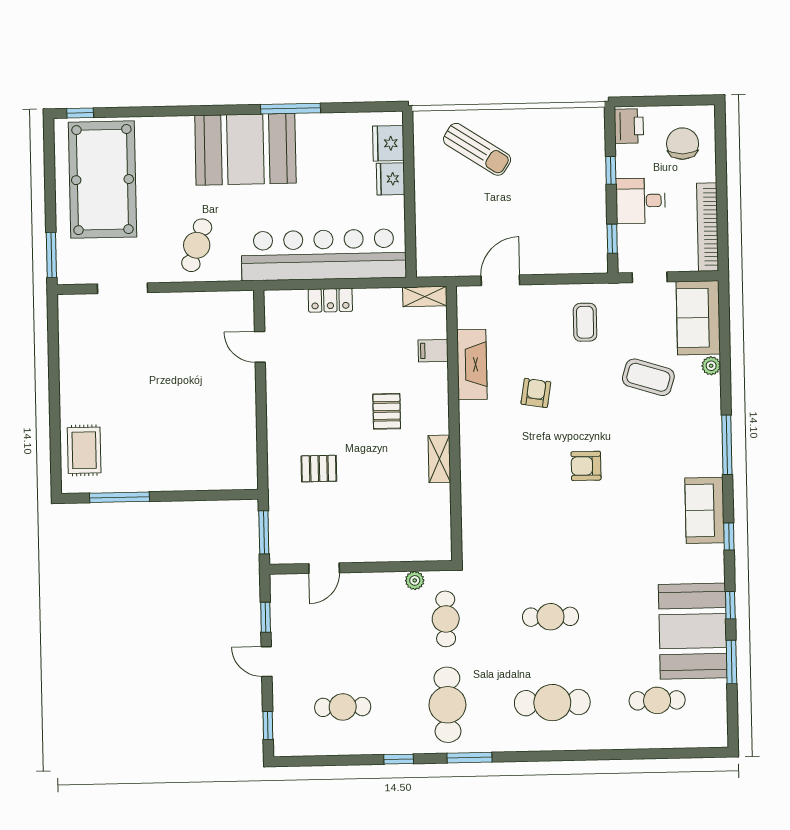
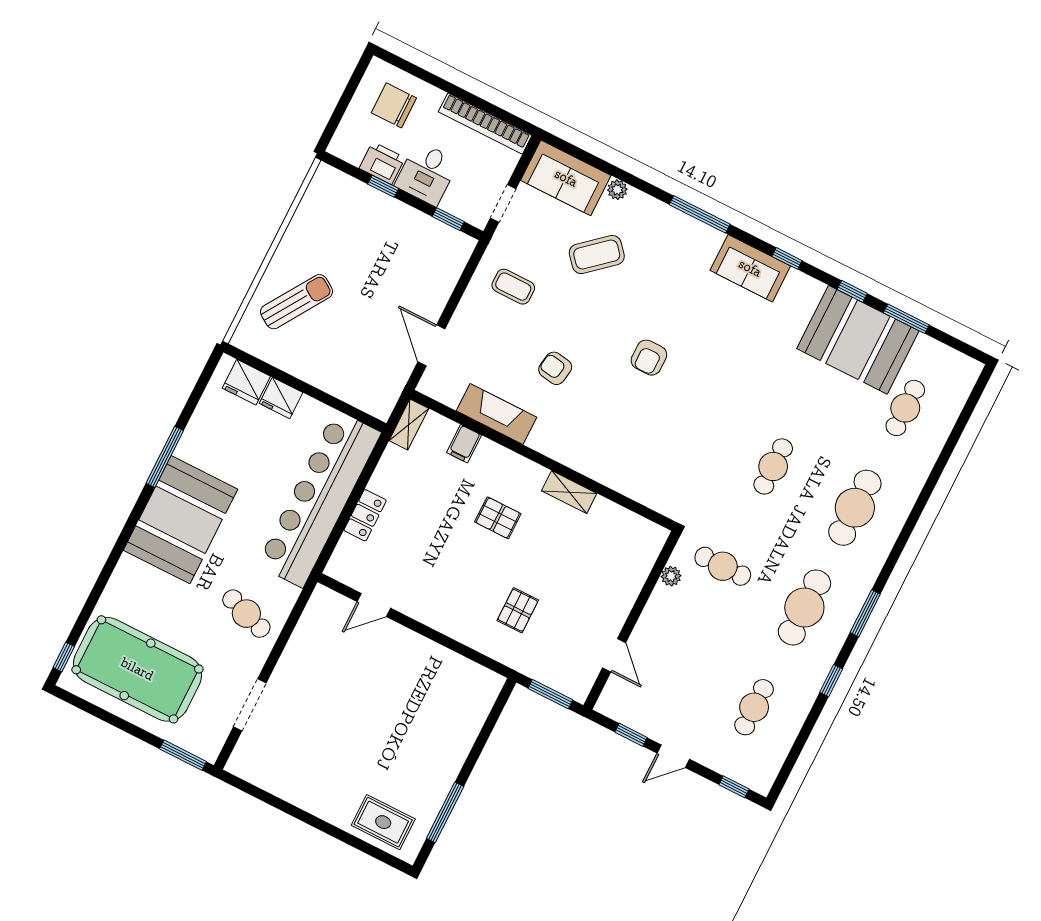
printer: (629, 126) -> (382, 163), moved
coffee table: (648, 377) -> (597, 255), turned 32
cafe table: (447, 705) -> (804, 607), turned 90

